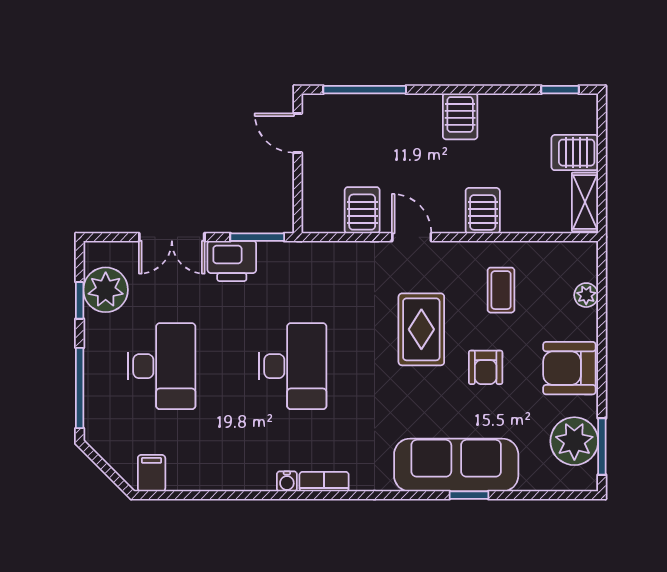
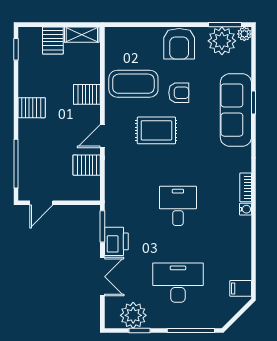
coffee table: (501, 290) -> (133, 84), width x1.86, depth x1.72
plant: (586, 295) -> (244, 34), moved
desk: (293, 366) -> (178, 206), width x0.73

